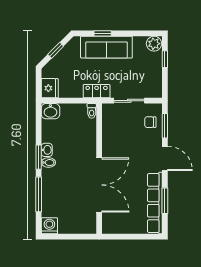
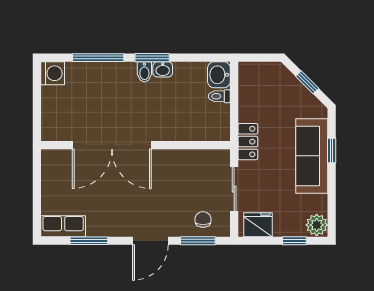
fridge: (50, 88) -> (258, 225), moved, turned 180
toilet: (92, 111) -> (219, 96), moved
row of seats: (155, 203) -> (63, 226), width x0.50

